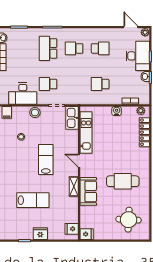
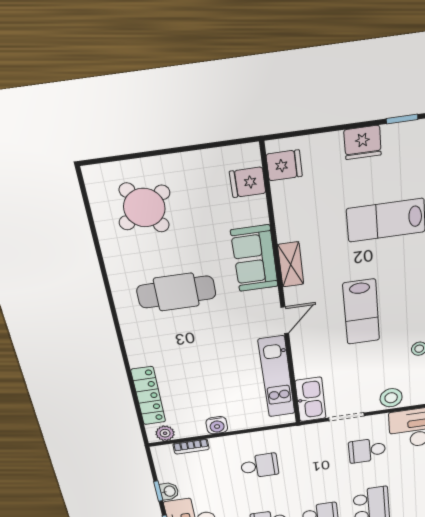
school desk: (48, 84) -> (367, 450), turned 180
door: (79, 161) -> (285, 320), hinge flipped
round table: (129, 220) -> (144, 208), turned -36
fridge: (87, 234) -> (248, 182), moved

